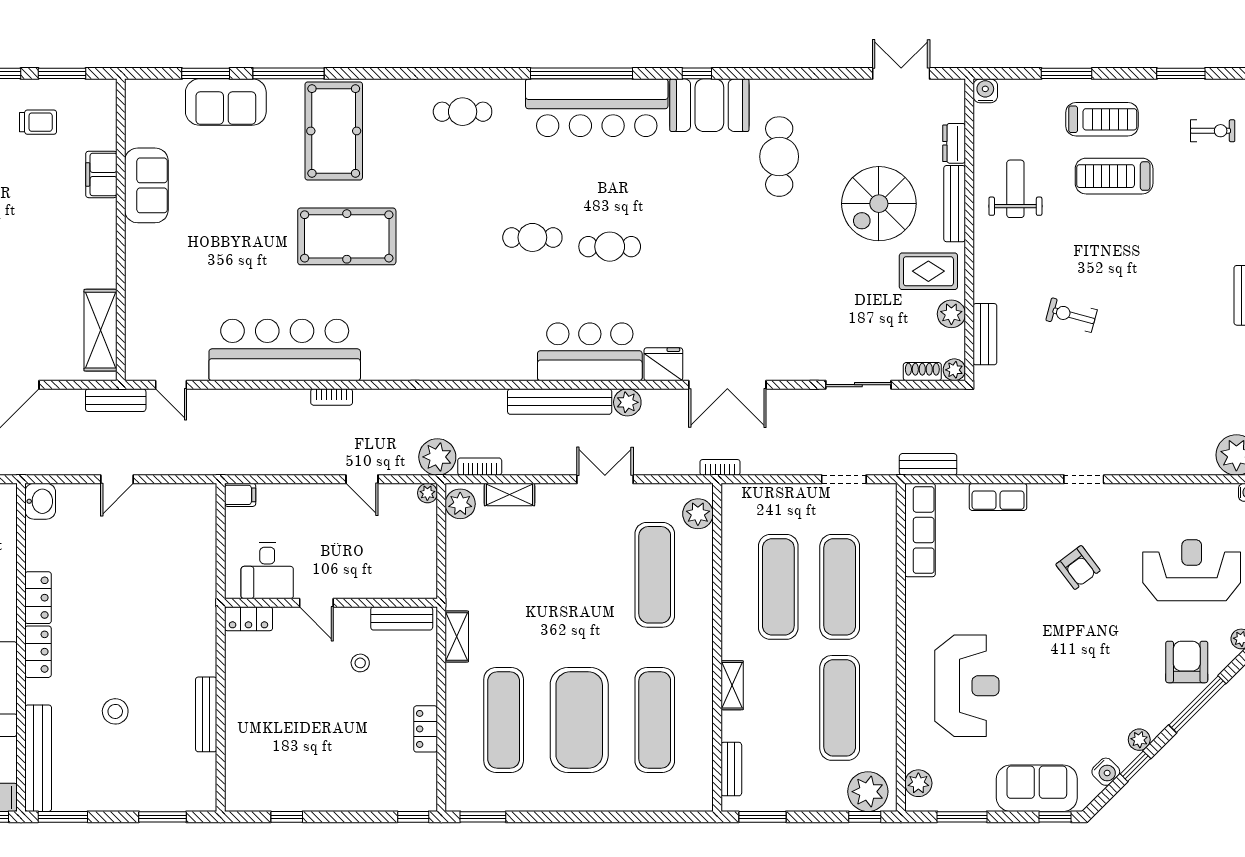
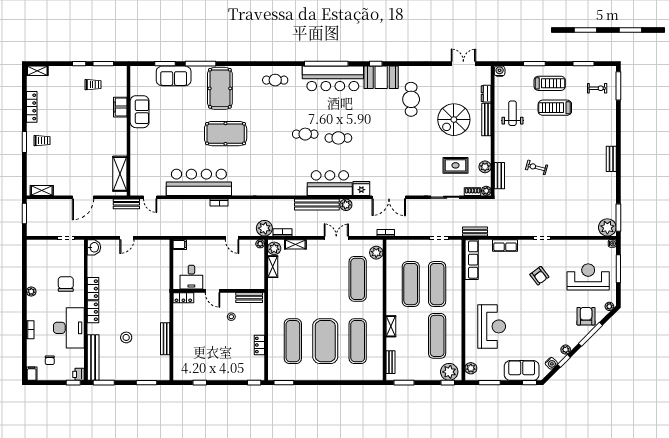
rug: (928, 271) -> (455, 165), moved
shelving: (457, 636) -> (273, 267), moved

